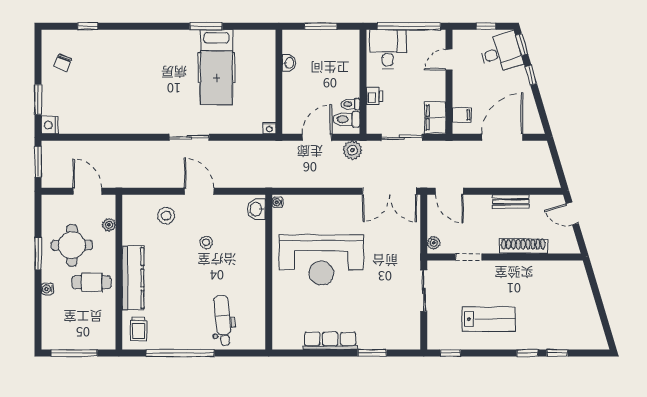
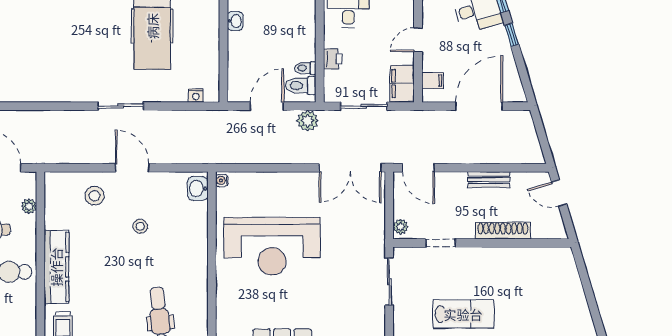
door: (449, 60) -> (418, 40), moved
nightstand: (269, 128) -> (196, 96), moved

